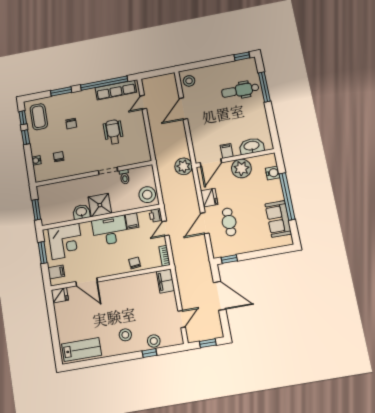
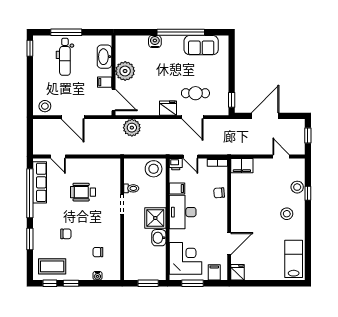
washbasin: (252, 146) -> (104, 57), moved
filing cabinet: (227, 151) -> (105, 82), moved
wall: (235, 158) -> (113, 75), moved
door: (211, 163) -> (113, 100), moved
plant: (241, 168) -> (125, 71), moved

